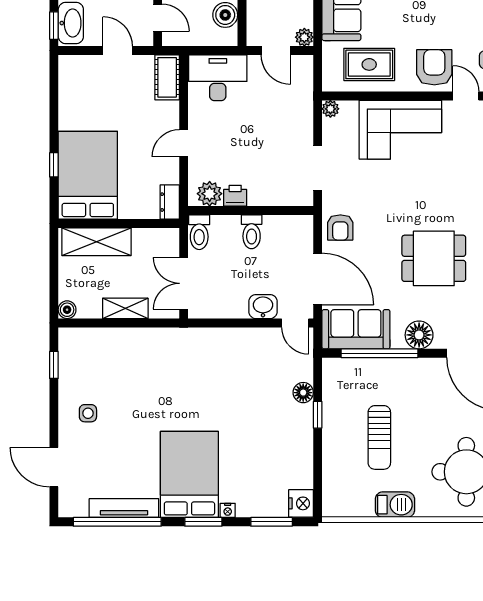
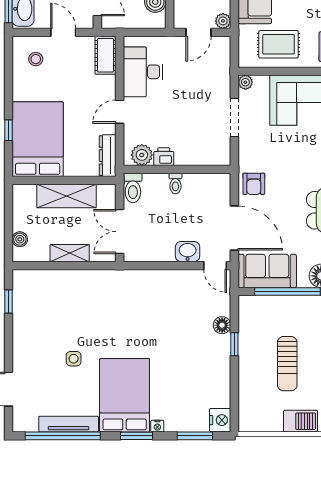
door: (276, 51) -> (199, 32), hinge flipped
desk: (218, 78) -> (143, 72), moved, turned -90
stool: (86, 82) -> (36, 59), added
doorway: (318, 168) -> (234, 118), moved
dresser: (170, 202) -> (108, 156), width x1.44
toilet: (252, 232) -> (175, 183), width x0.73, depth x0.72
shelving: (96, 242) -> (67, 196), moved
boiler: (67, 310) -> (20, 239), moved
side table: (88, 413) -> (74, 359), moved

